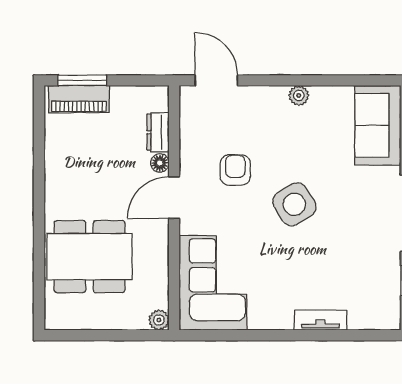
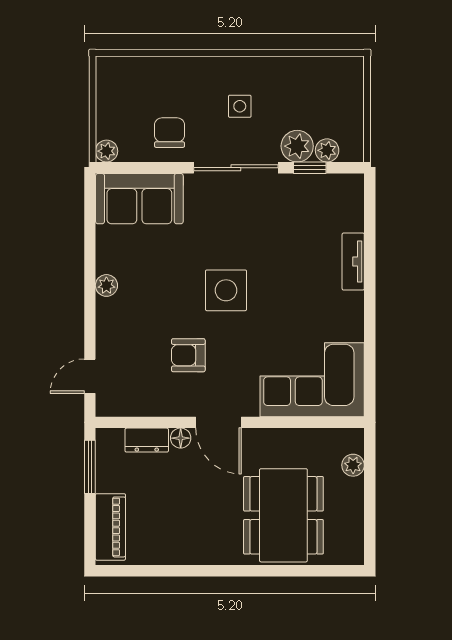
window: (82, 80) -> (90, 467), moved
door: (216, 80) -> (90, 376), width x0.73
side table: (294, 204) -> (226, 290), turned 32
plant: (159, 320) -> (353, 465), moved

